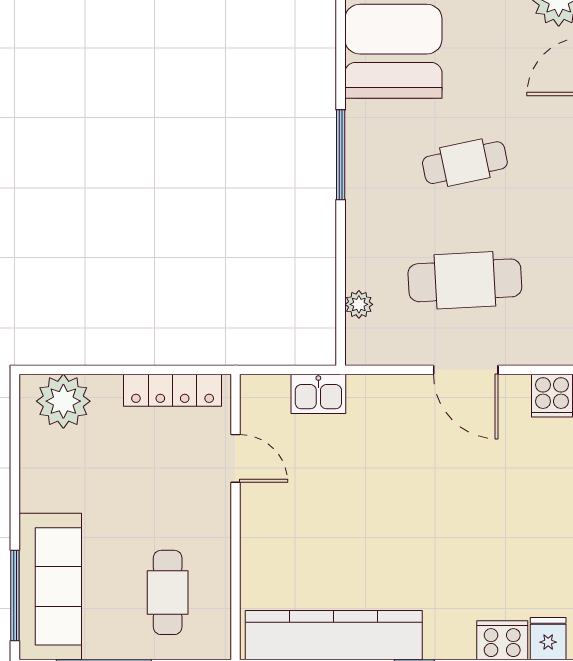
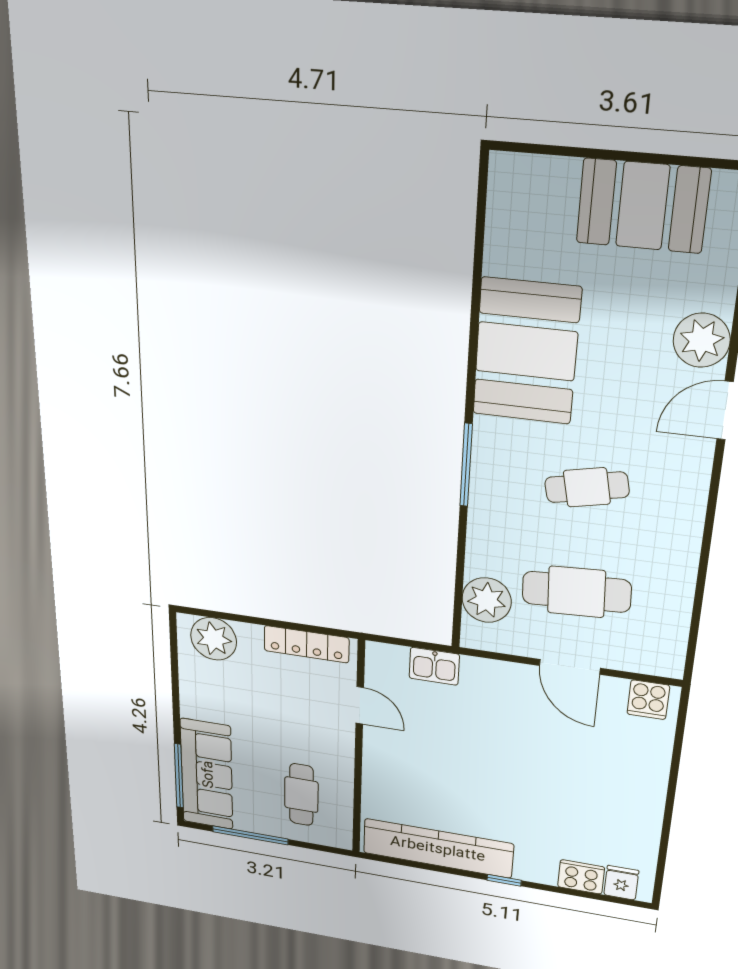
plant: (359, 304) -> (487, 600), width x1.87, depth x1.87

